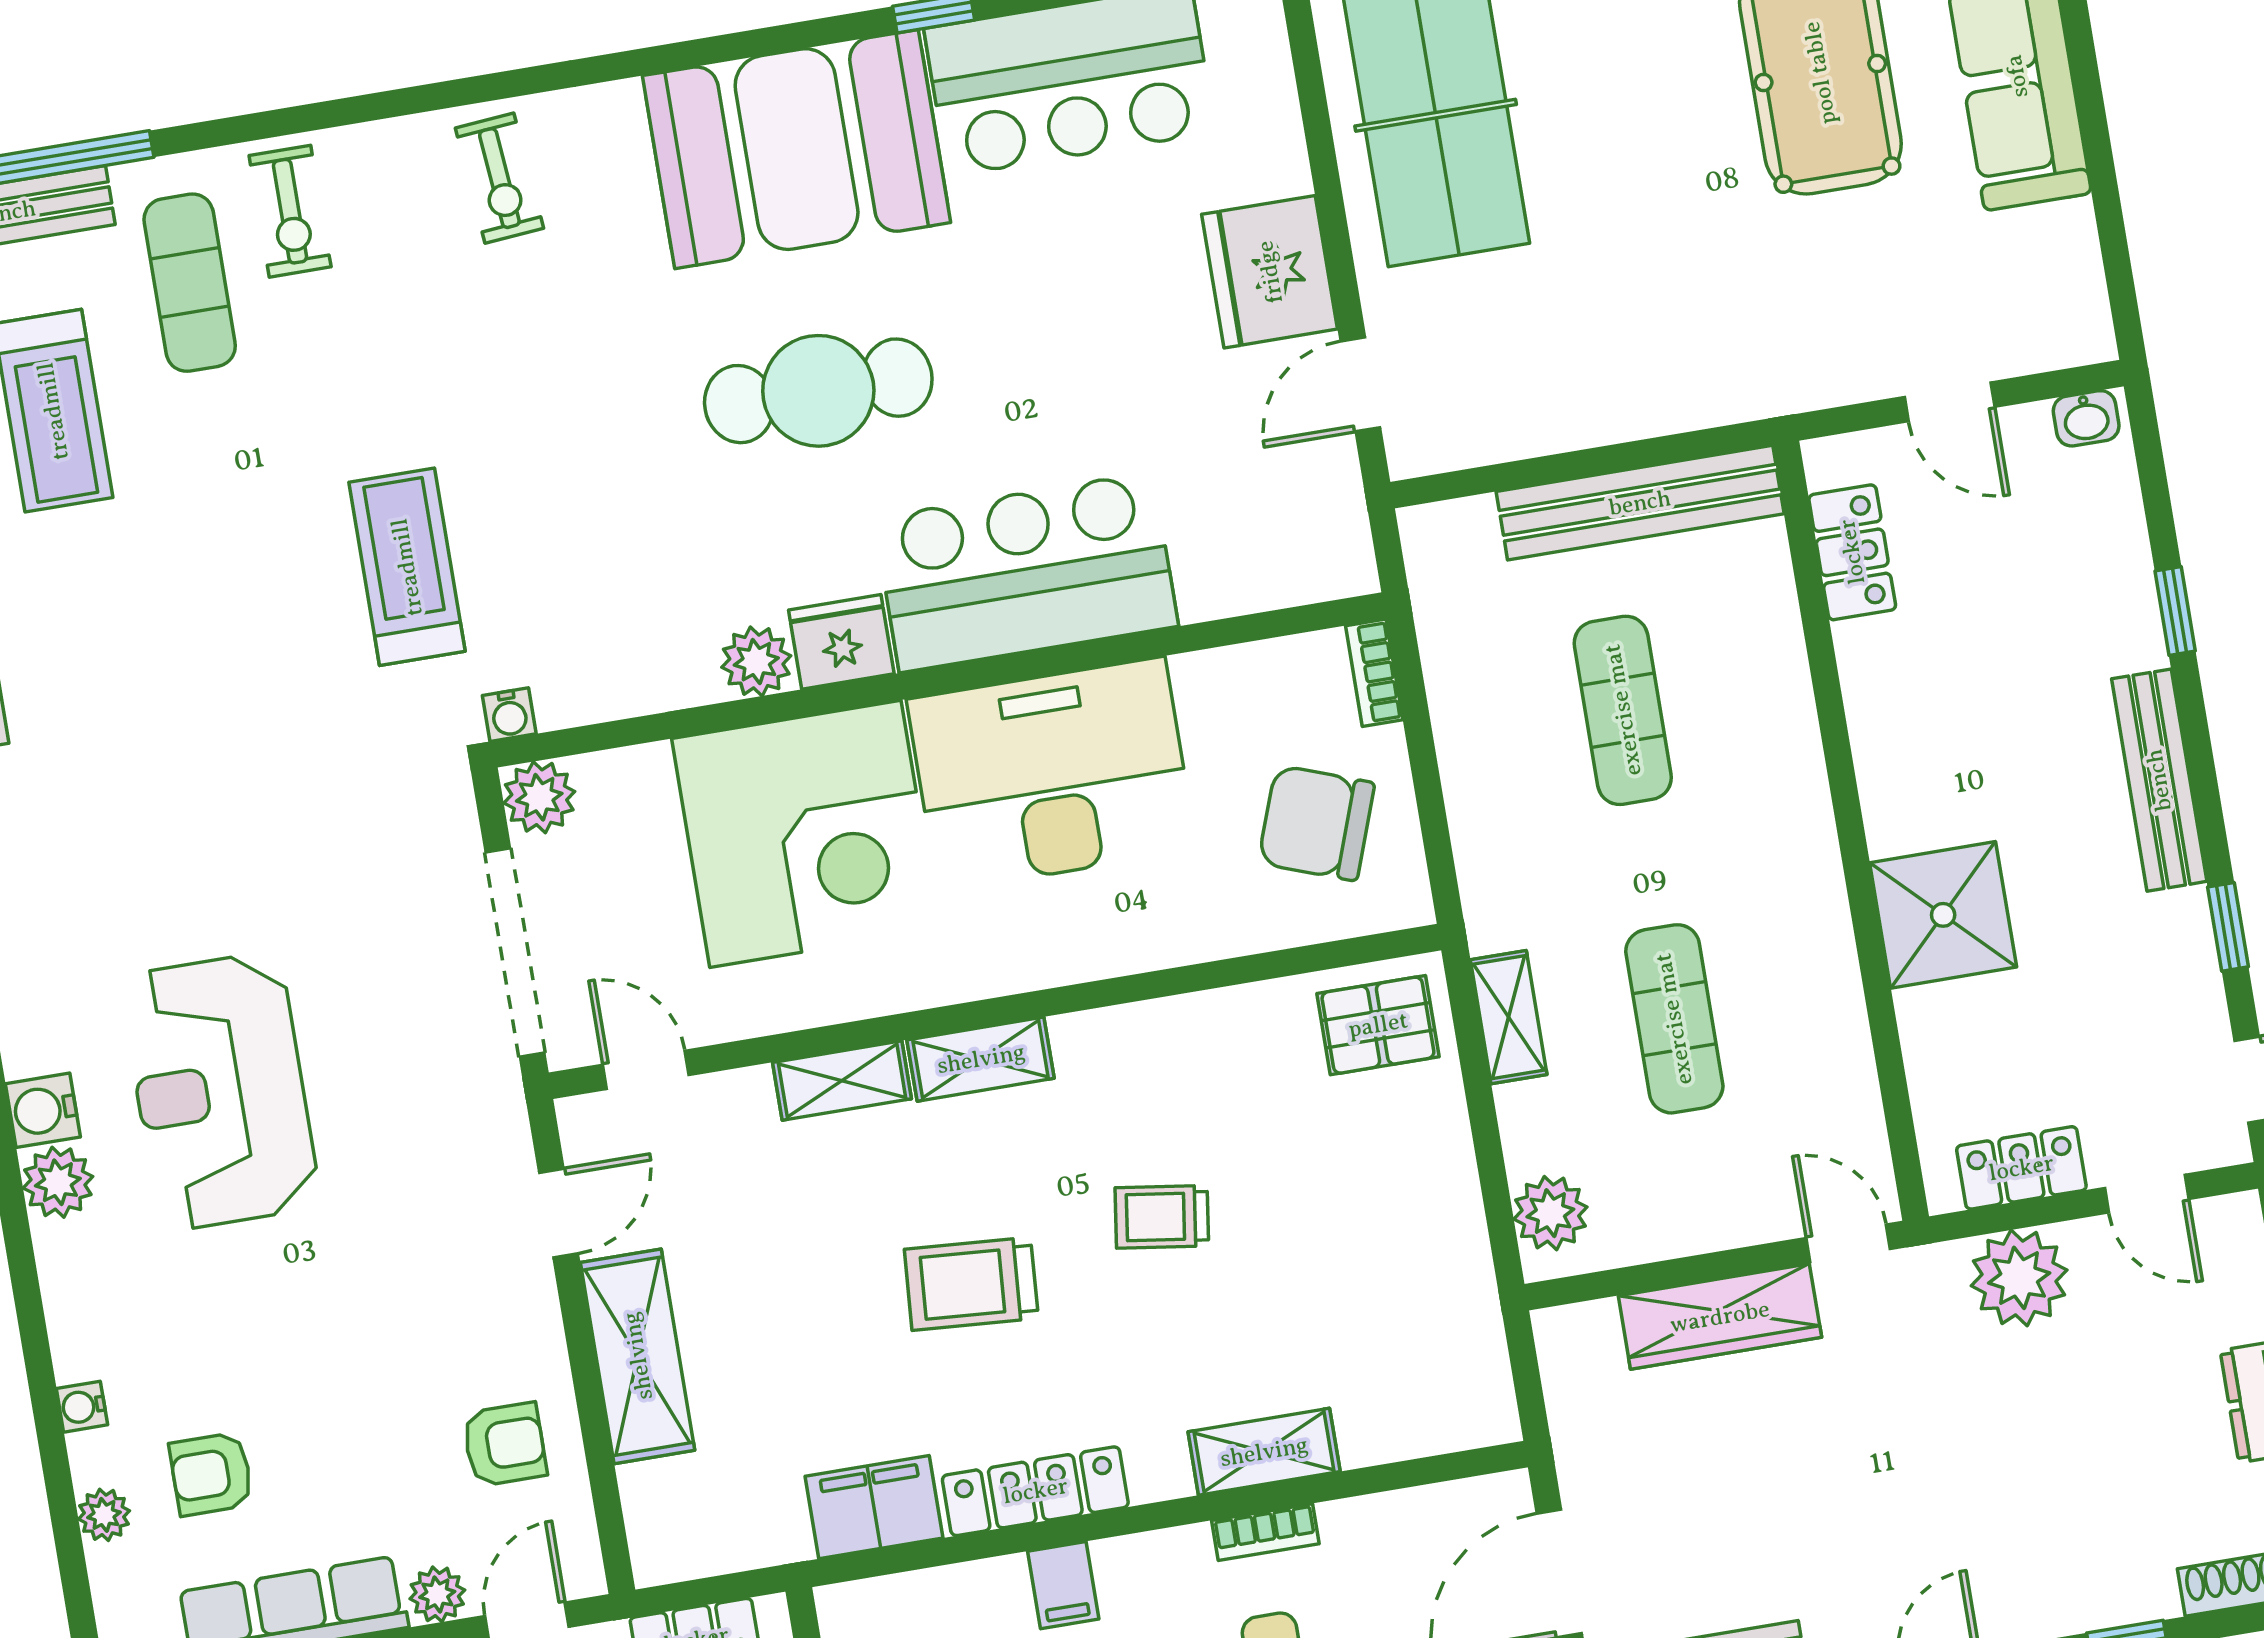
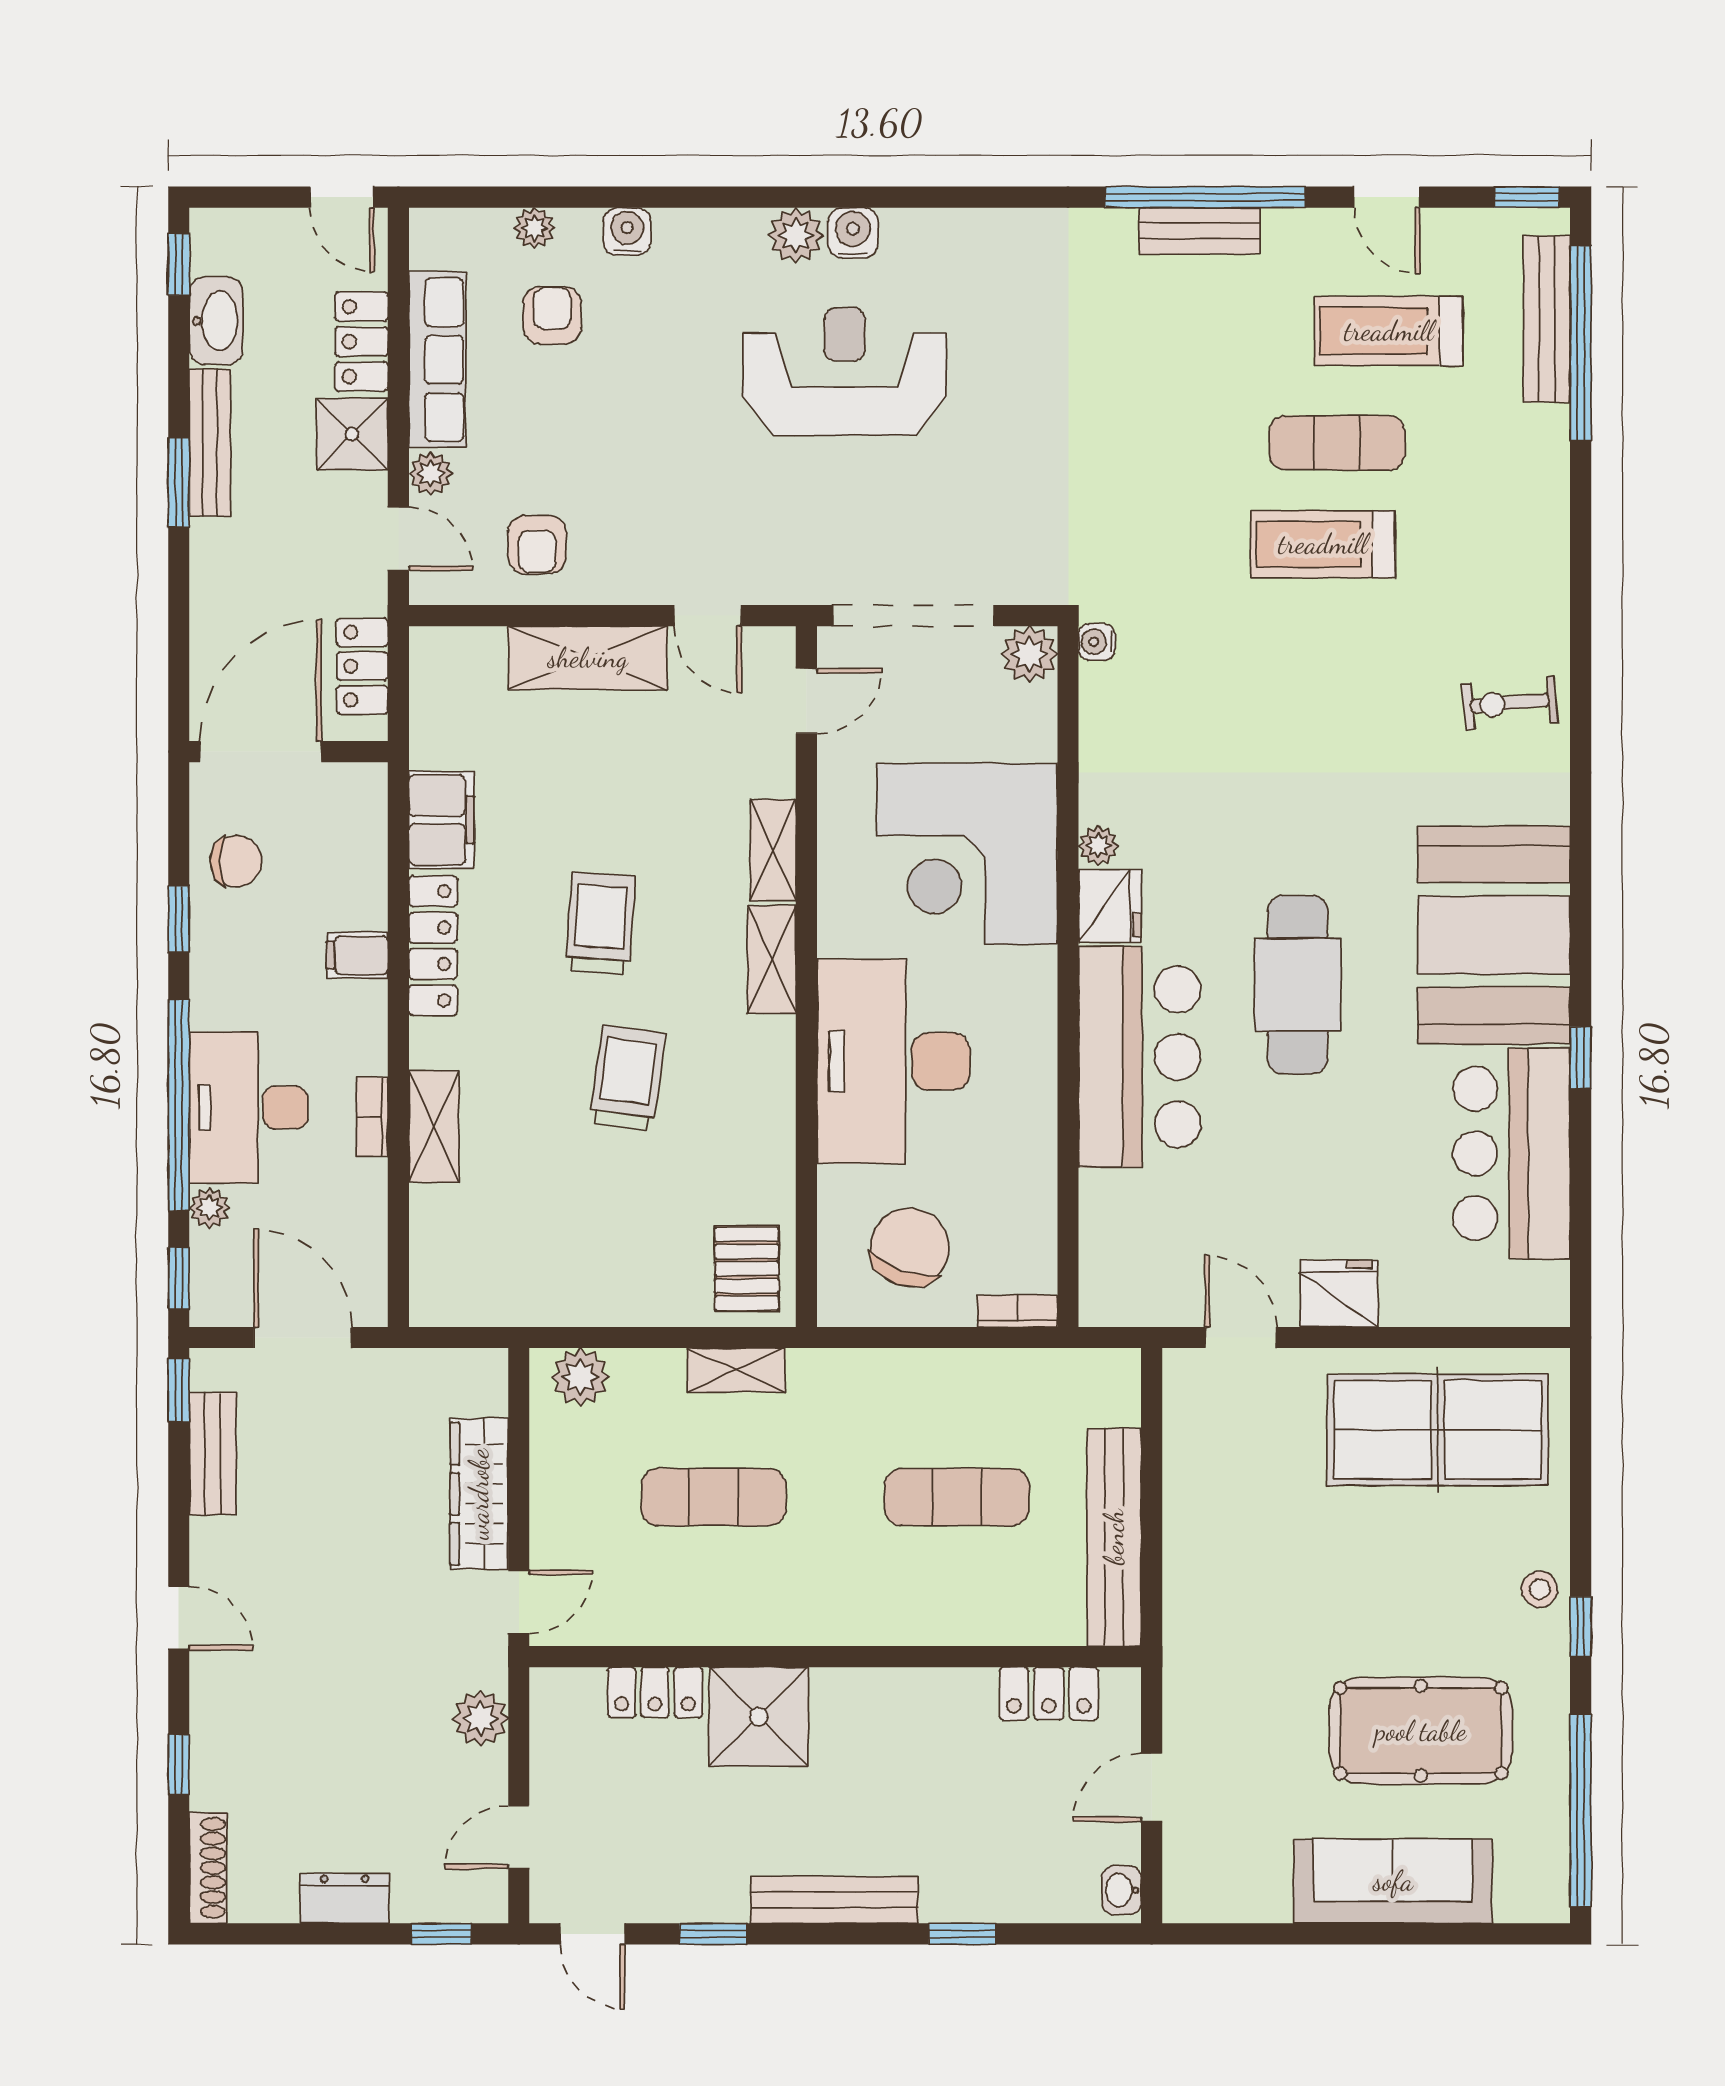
exercise bike: (290, 211) -> (1511, 538), removed
fridge: (1270, 272) -> (1339, 1294), width x0.73, depth x0.75
exercise mat: (190, 283) -> (1337, 443), moved
cafe table: (818, 391) -> (1298, 985), moved
treadmill: (407, 567) -> (1323, 544), moved, turned 180
plant: (756, 662) -> (1098, 846), width x0.73, depth x0.73
desk: (1052, 774) -> (893, 1061), moved, turned 180
locker: (2021, 1168) -> (655, 1692), moved, turned 90
trolley: (1162, 1217) -> (627, 1078), width x1.36, depth x1.39
plant: (2019, 1278) -> (480, 1718), width x0.73, depth x0.73
water cooler: (82, 1407) -> (627, 232), width x1.38, depth x1.38

